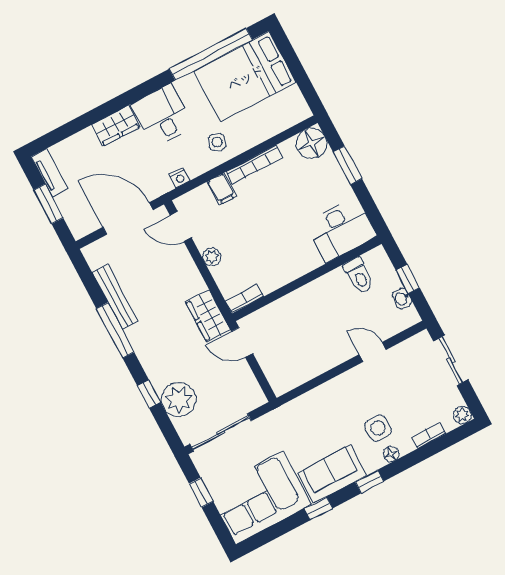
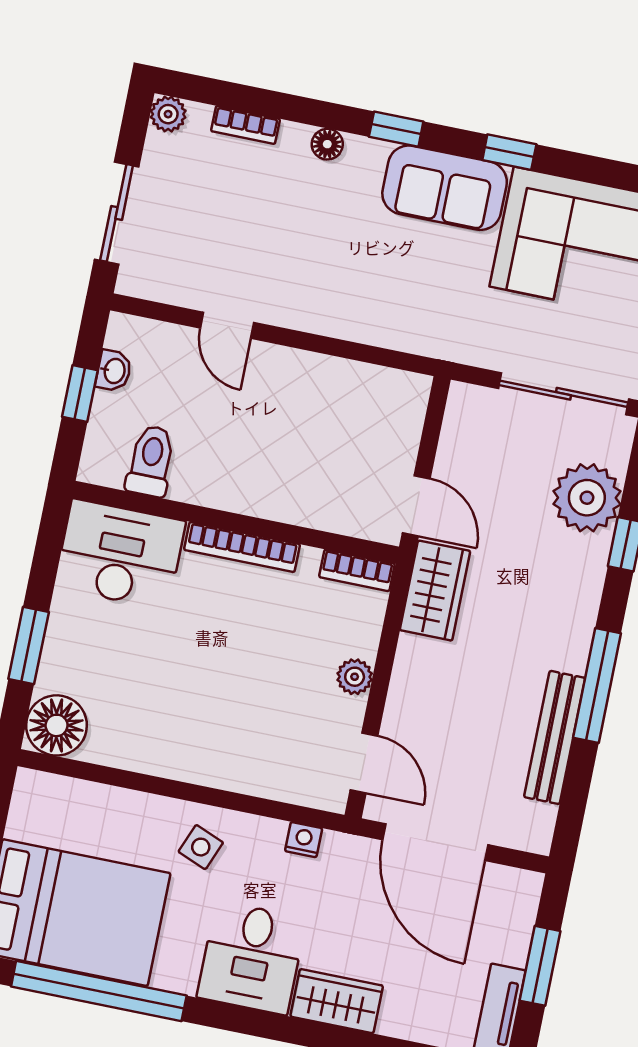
bookcase: (254, 165) -> (242, 547), moved, turned 180
filing cabinet: (222, 189) -> (253, 769), removed
side table: (378, 428) -> (315, 201), removed

